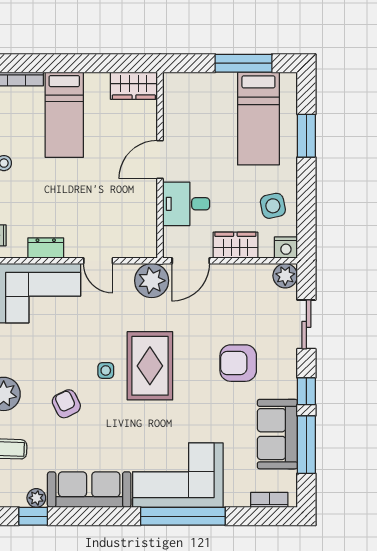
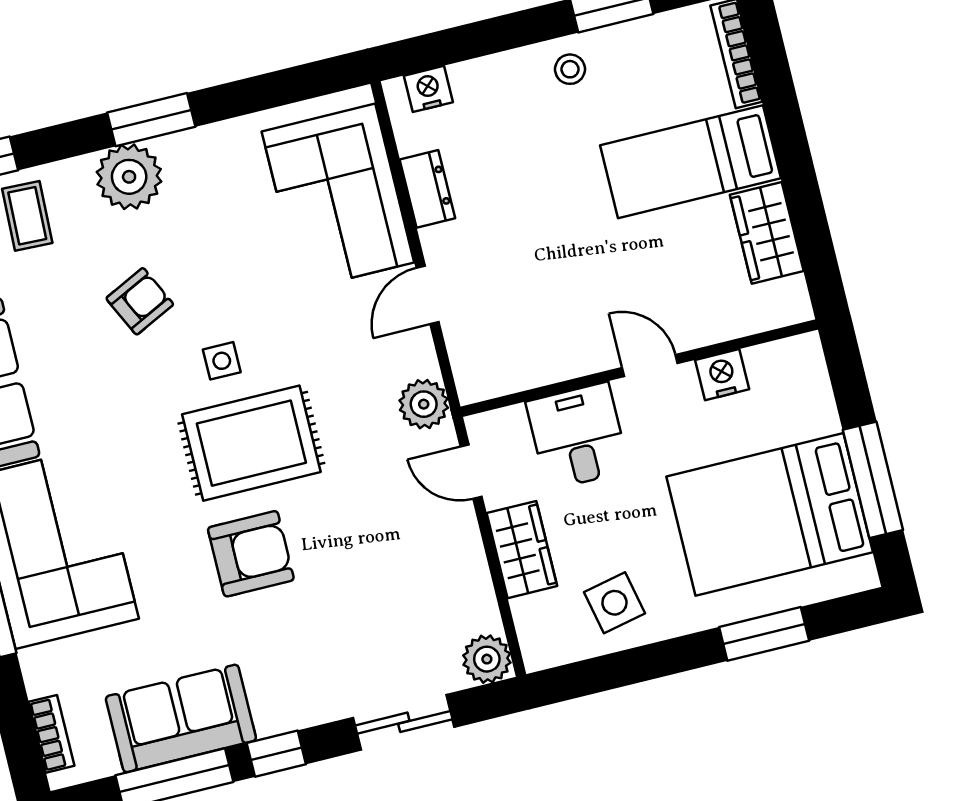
wardrobe: (134, 86) -> (767, 233), moved
bed: (258, 119) -> (770, 514), width x1.50
door: (160, 160) -> (650, 365), width x0.73
nightstand: (286, 248) -> (722, 375), moved, turned 90
door: (191, 261) -> (471, 472), width x0.73
plant: (152, 281) -> (424, 404), width x0.73, depth x0.73
armchair: (238, 363) -> (251, 554), moved, turned 90

